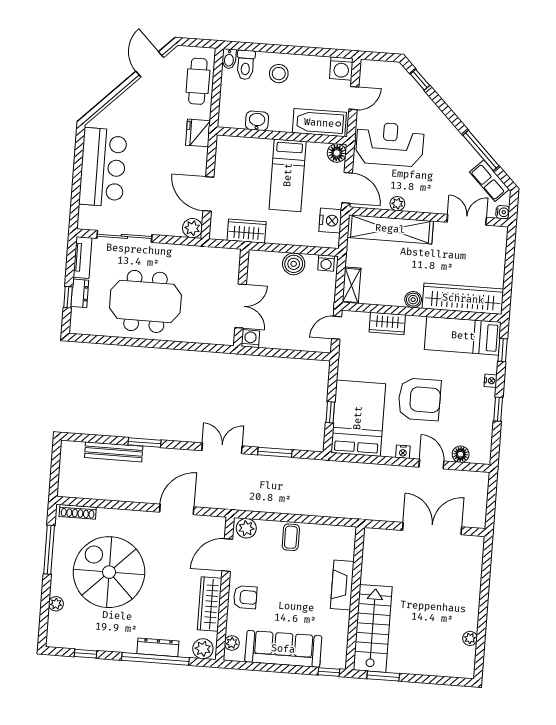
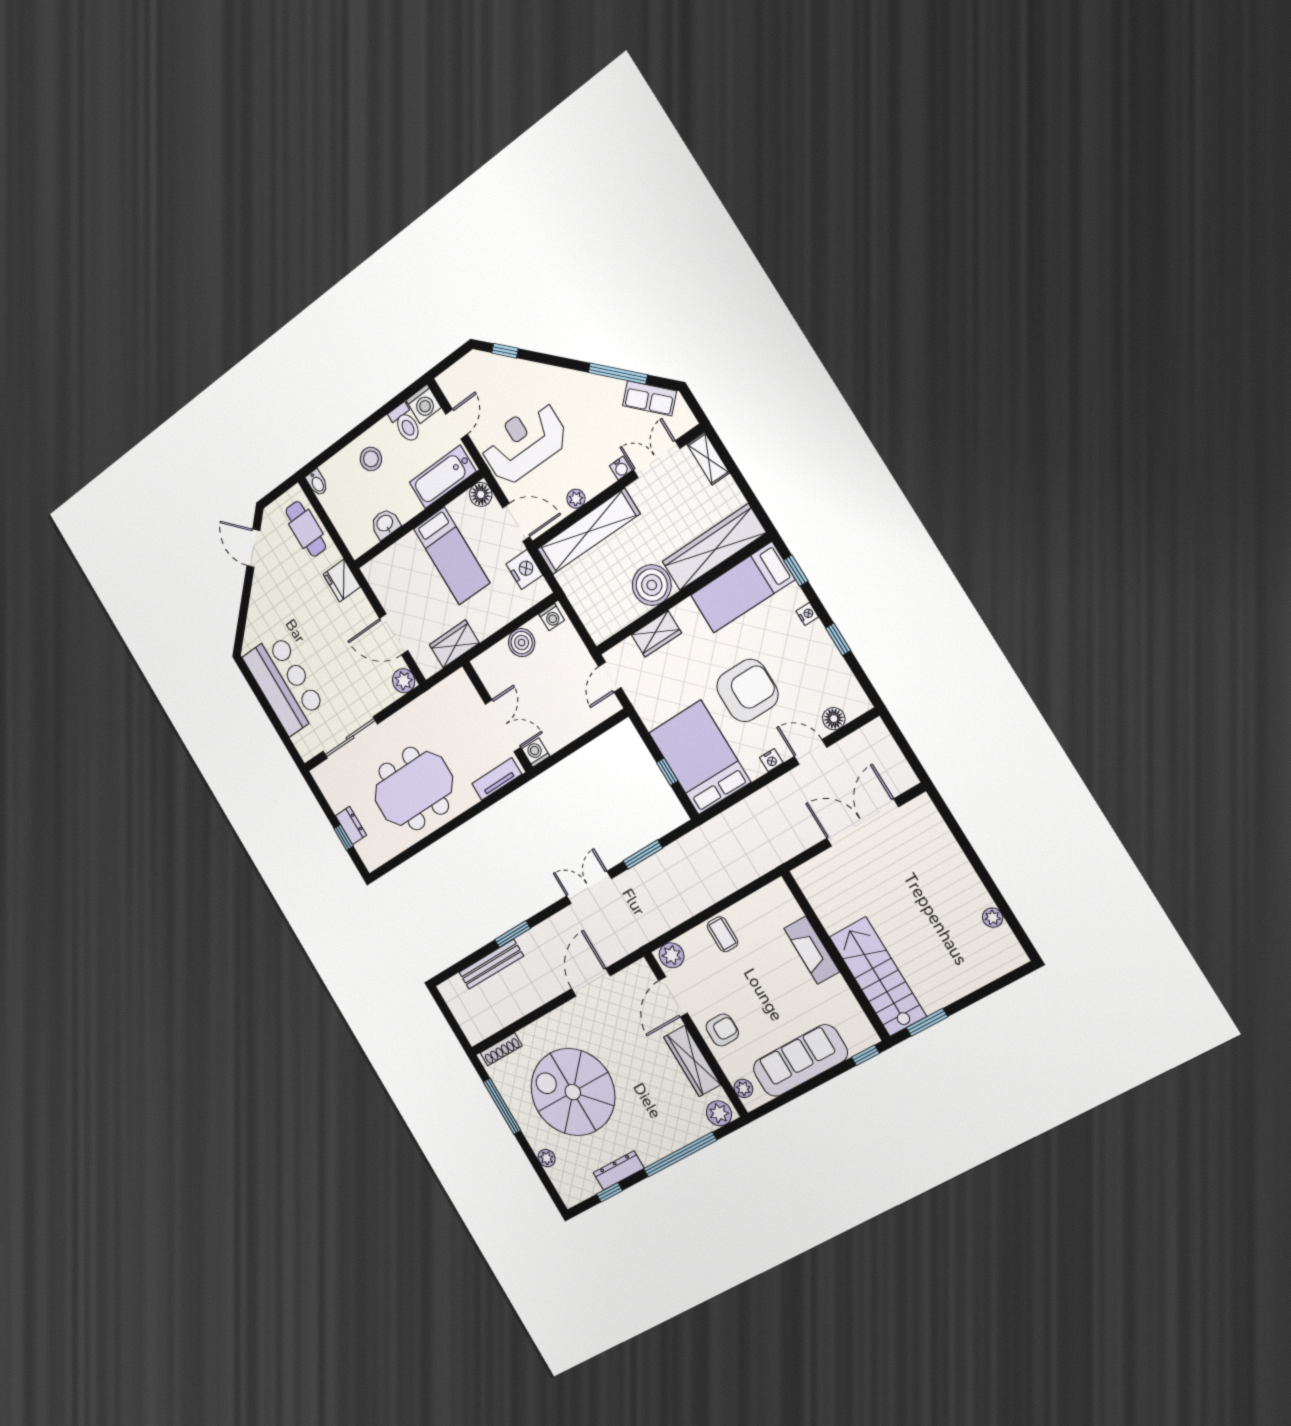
toilet: (246, 65) -> (405, 423), moved
water cooler: (503, 212) -> (621, 468), moved, turned 90
tv unit: (83, 258) -> (497, 779), moved, turned -90
shelving: (352, 285) -> (708, 459), moved
boiler: (413, 300) -> (652, 585), width x1.86, depth x1.86
dresser: (158, 647) -> (619, 1170), moved

